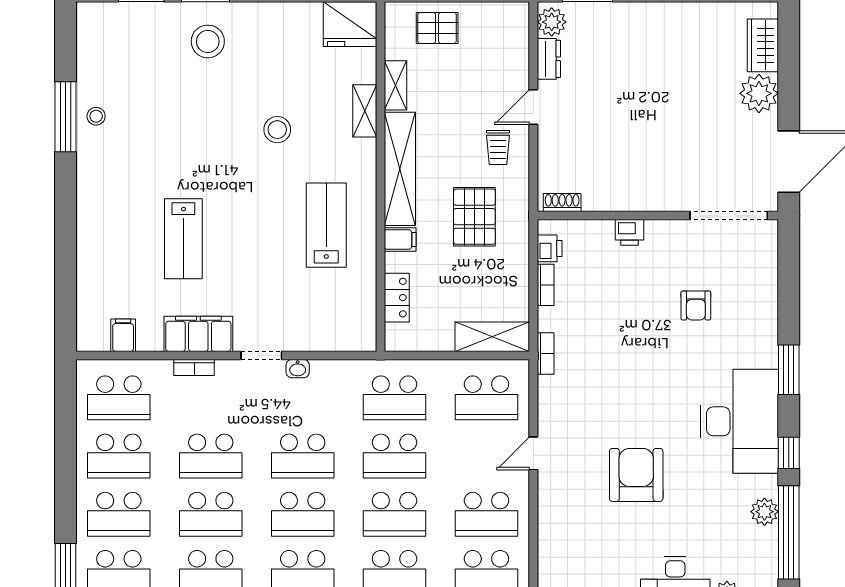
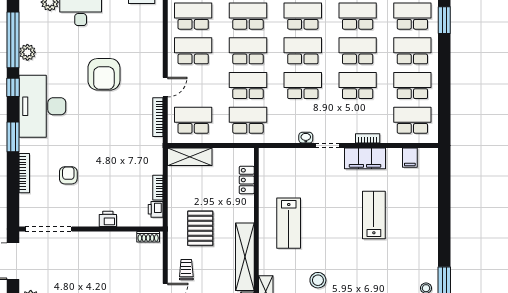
filing cabinet: (400, 240) -> (245, 215), removed
bookcase: (770, 309) -> (24, 173), added
bookcase: (546, 353) -> (158, 117), moved, width x1.56

